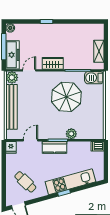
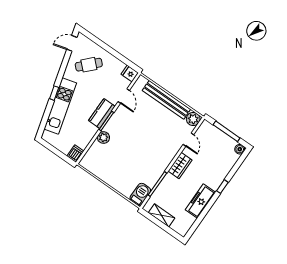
freezer: (12, 55) -> (200, 201), moved, turned 90
parasol: (66, 97) -> (141, 157), removed

